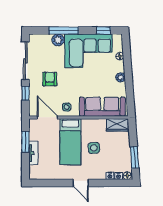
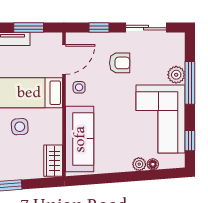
sliding door: (25, 61) -> (146, 28), width x0.73
plant: (121, 77) -> (139, 164), moved

